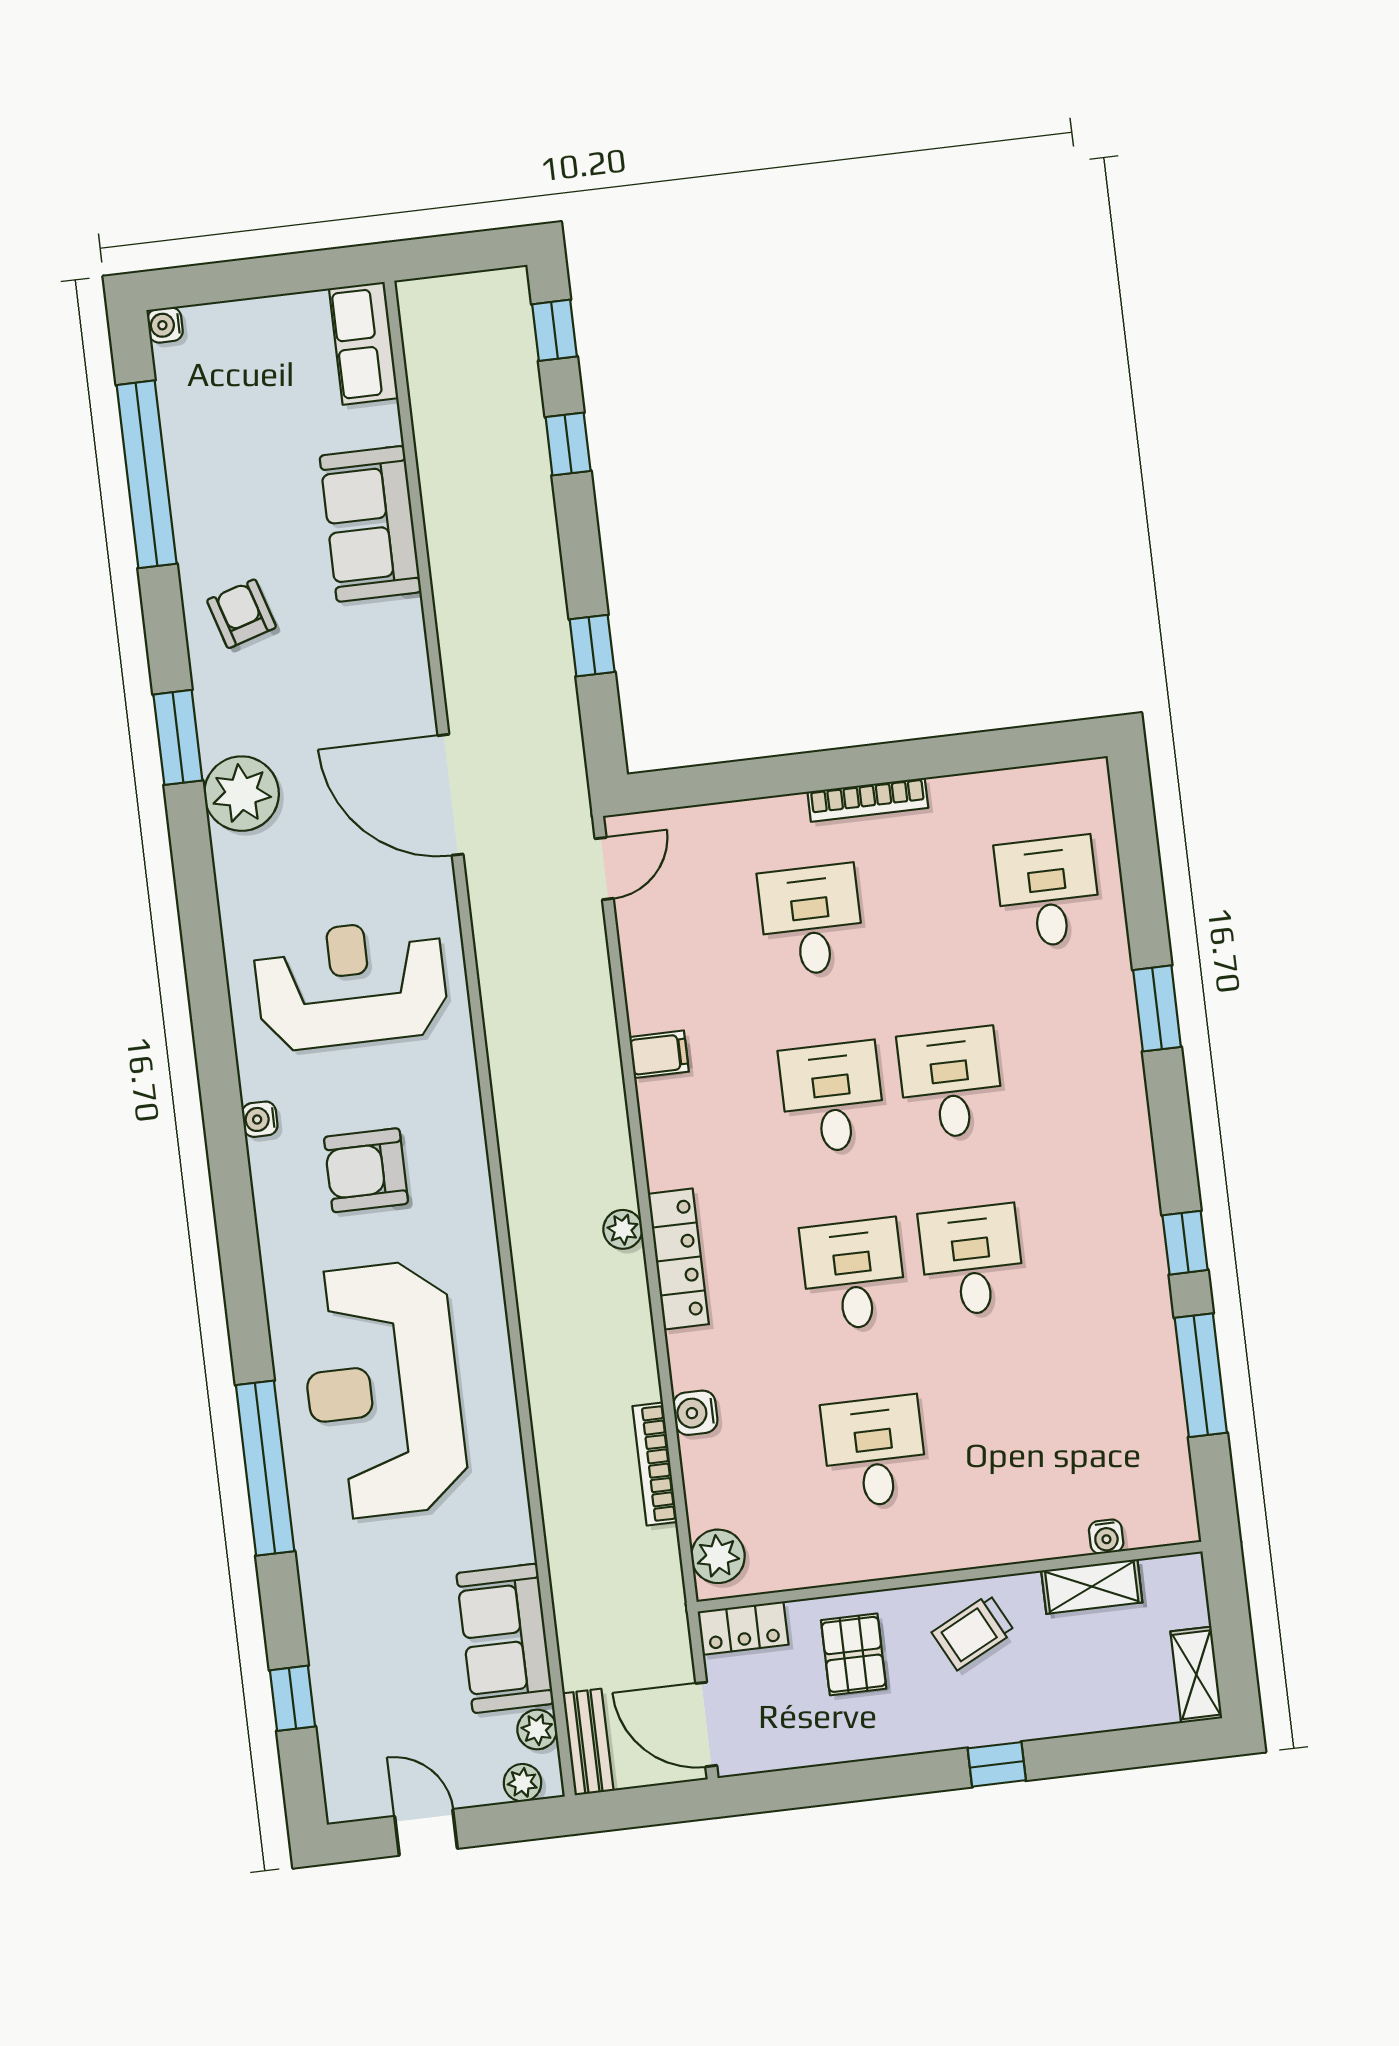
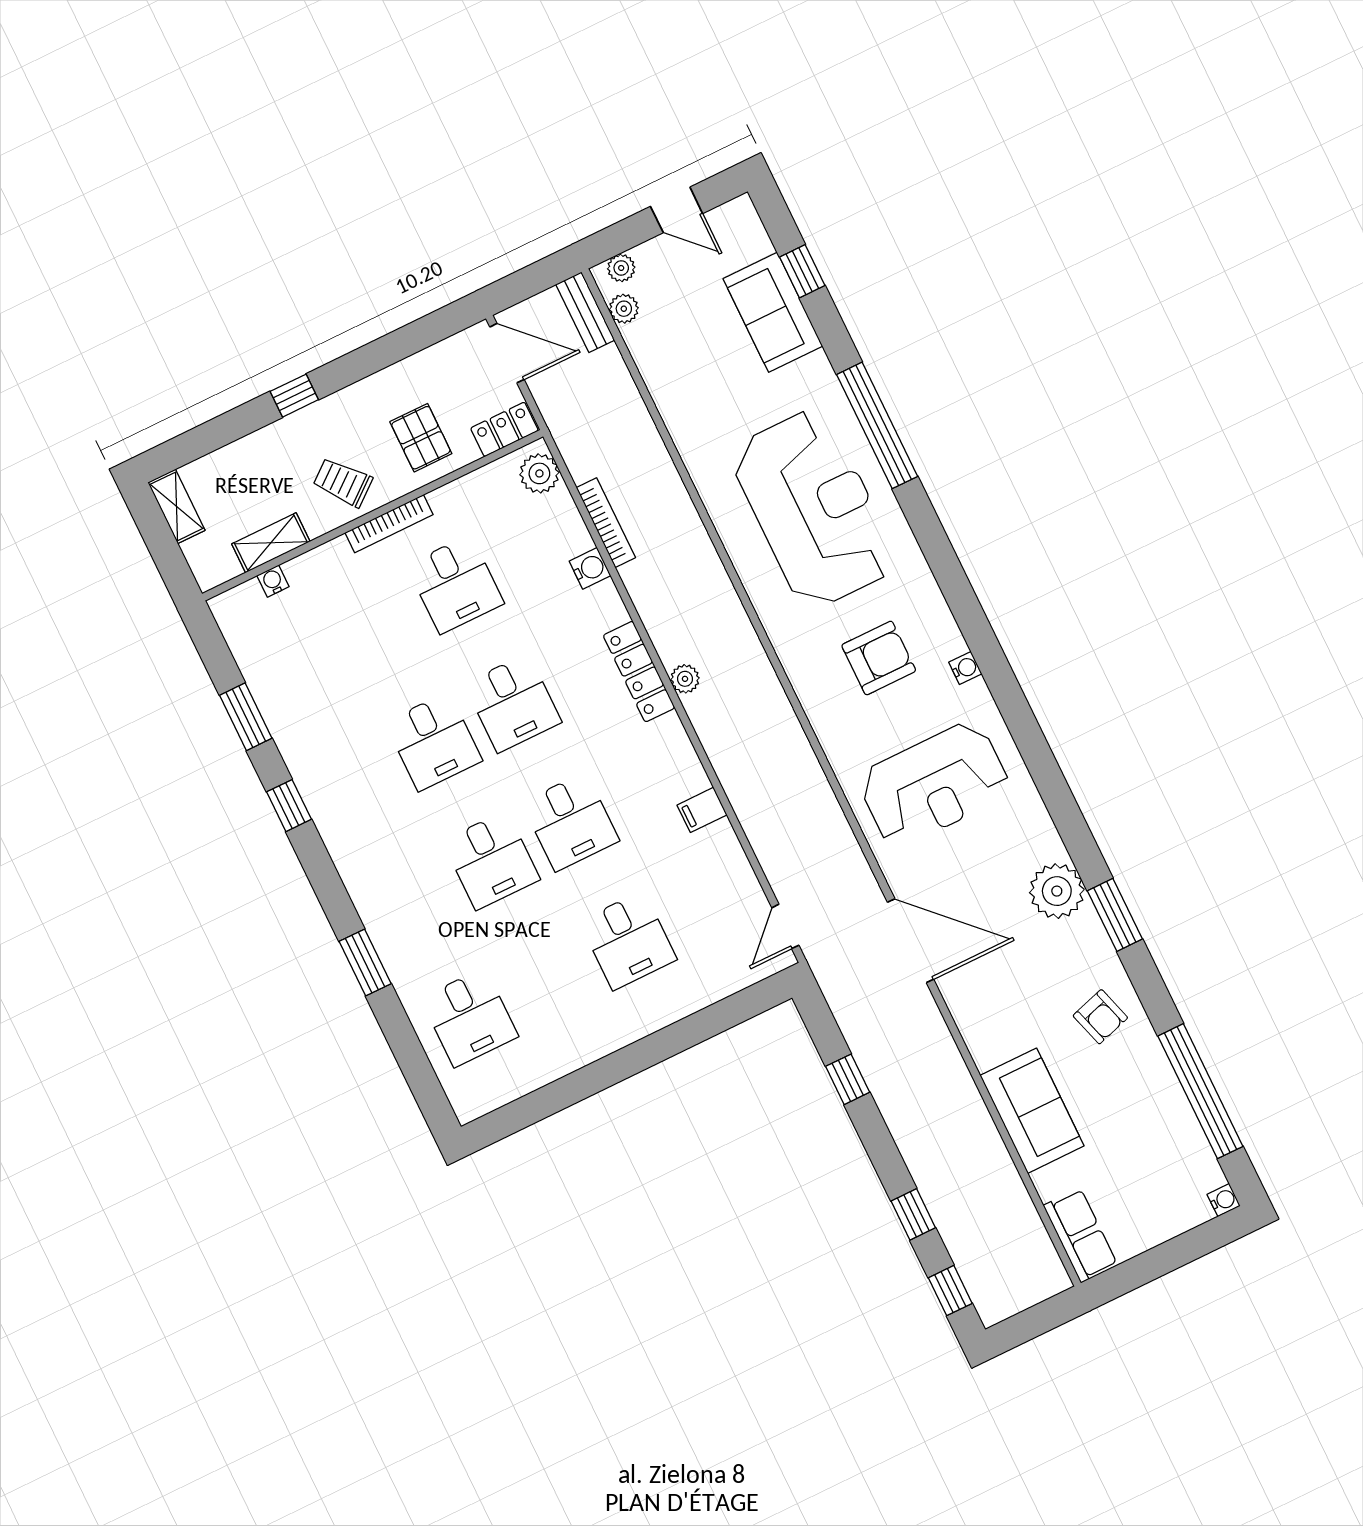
bookcase: (868, 800) -> (389, 524), moved, turned 180
window: (1201, 1375) -> (246, 717), width x0.69
trolley: (973, 1632) -> (343, 482), turned -102
sofa: (505, 1638) -> (773, 312), moved, turned 180

